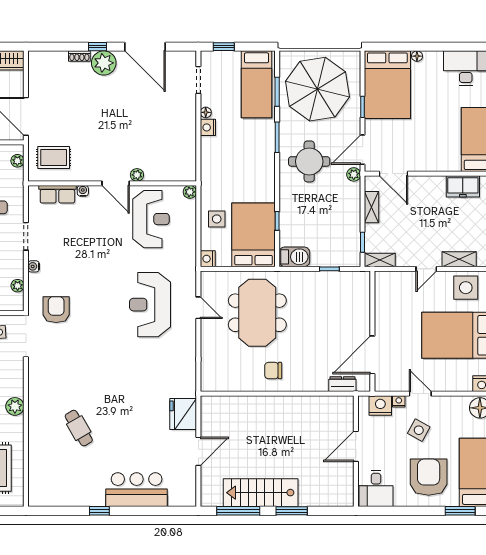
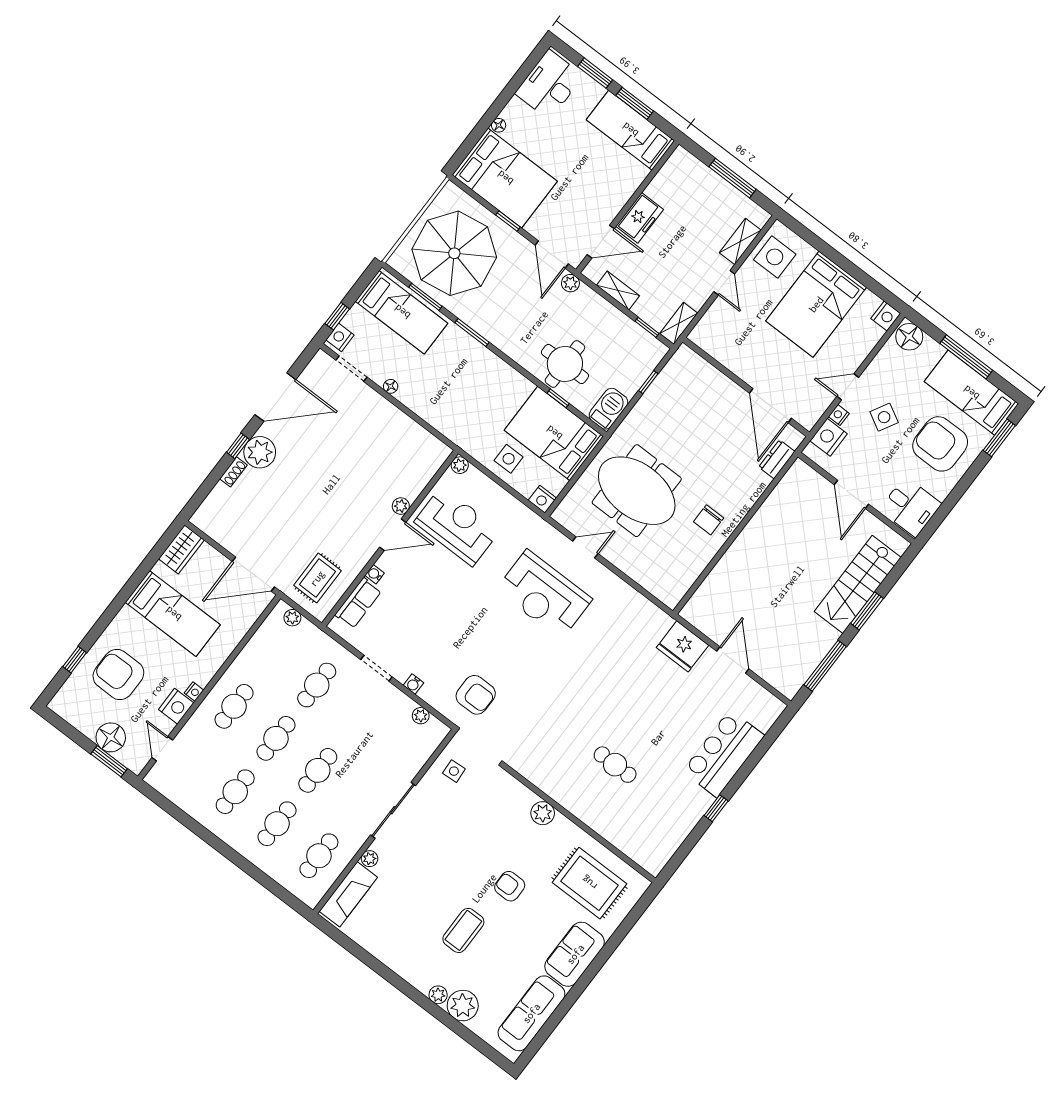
nightstand: (208, 127) -> (340, 337), moved, turned 90
round table: (309, 161) -> (565, 364), moved
freezer: (463, 186) -> (640, 218), moved
armchair: (56, 310) -> (476, 695), turned 180
cafe table: (79, 428) -> (615, 765), turned 30
stairs: (261, 493) -> (858, 584), moved

